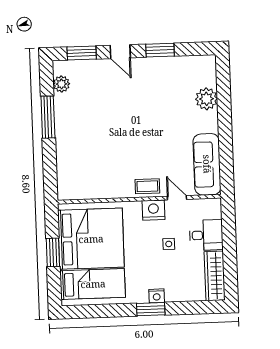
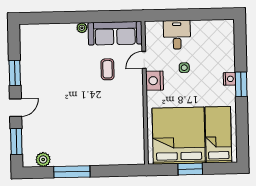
plant: (206, 99) -> (82, 28), moved, width x0.53, depth x0.53
coffee table: (147, 186) -> (108, 69), moved
wardrobe: (215, 276) -> (213, 28), removed

